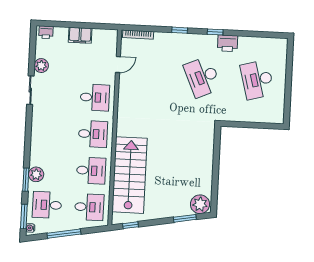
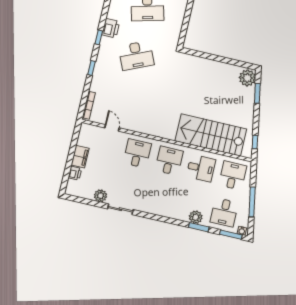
printer: (46, 32) -> (75, 173), moved
desk: (91, 171) -> (201, 168), turned 90

